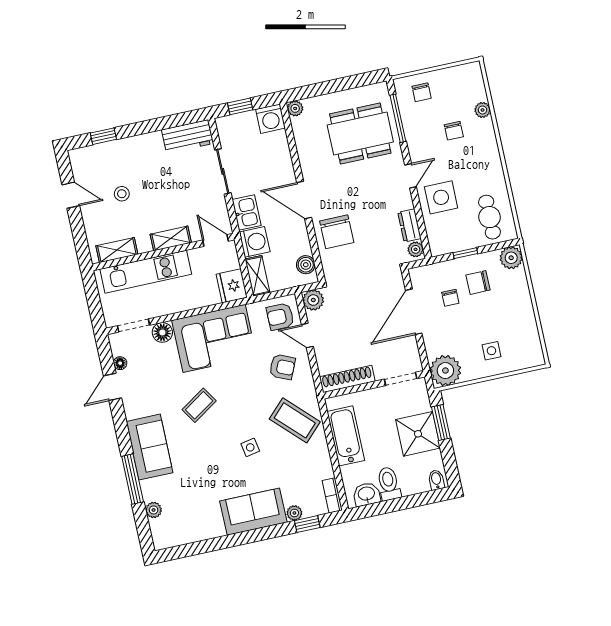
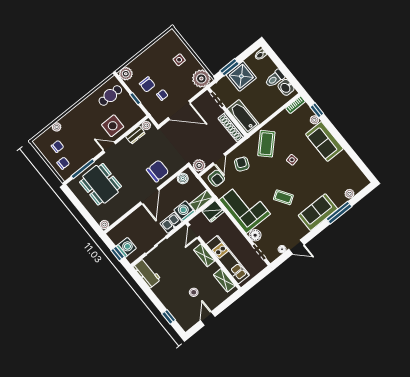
washing machine: (271, 119) -> (126, 247), moved
chair: (454, 131) -> (57, 146), moved
bathtub: (346, 436) -> (243, 117), moved, turned 90

